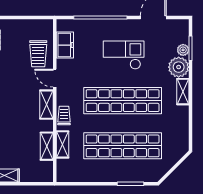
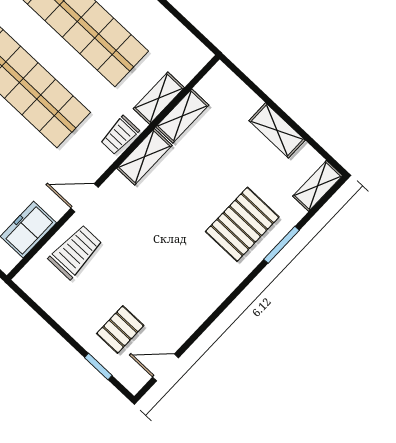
door: (55, 78) -> (84, 198), swing flipped
shelving: (46, 105) -> (144, 157), moved

